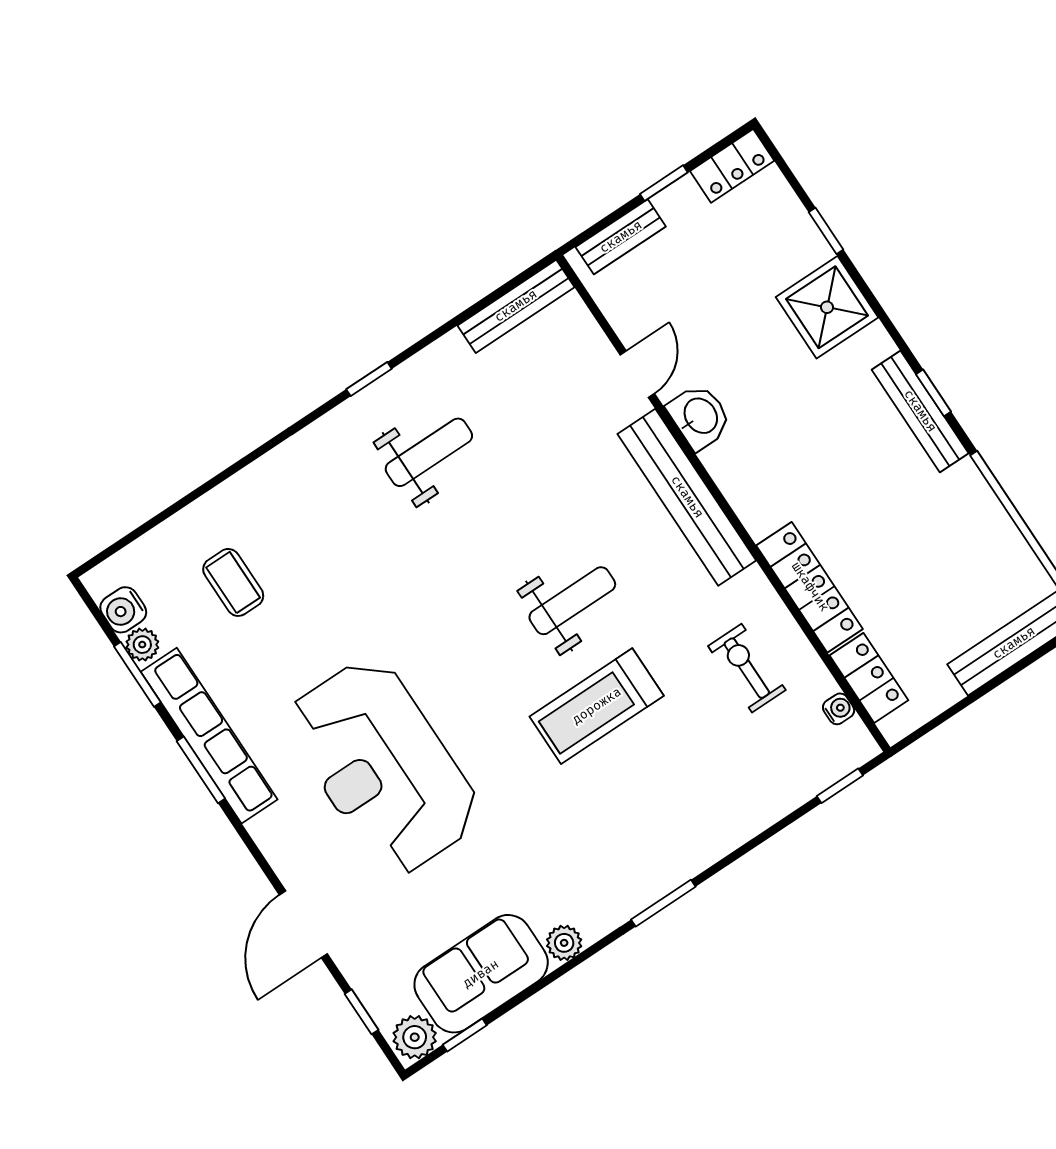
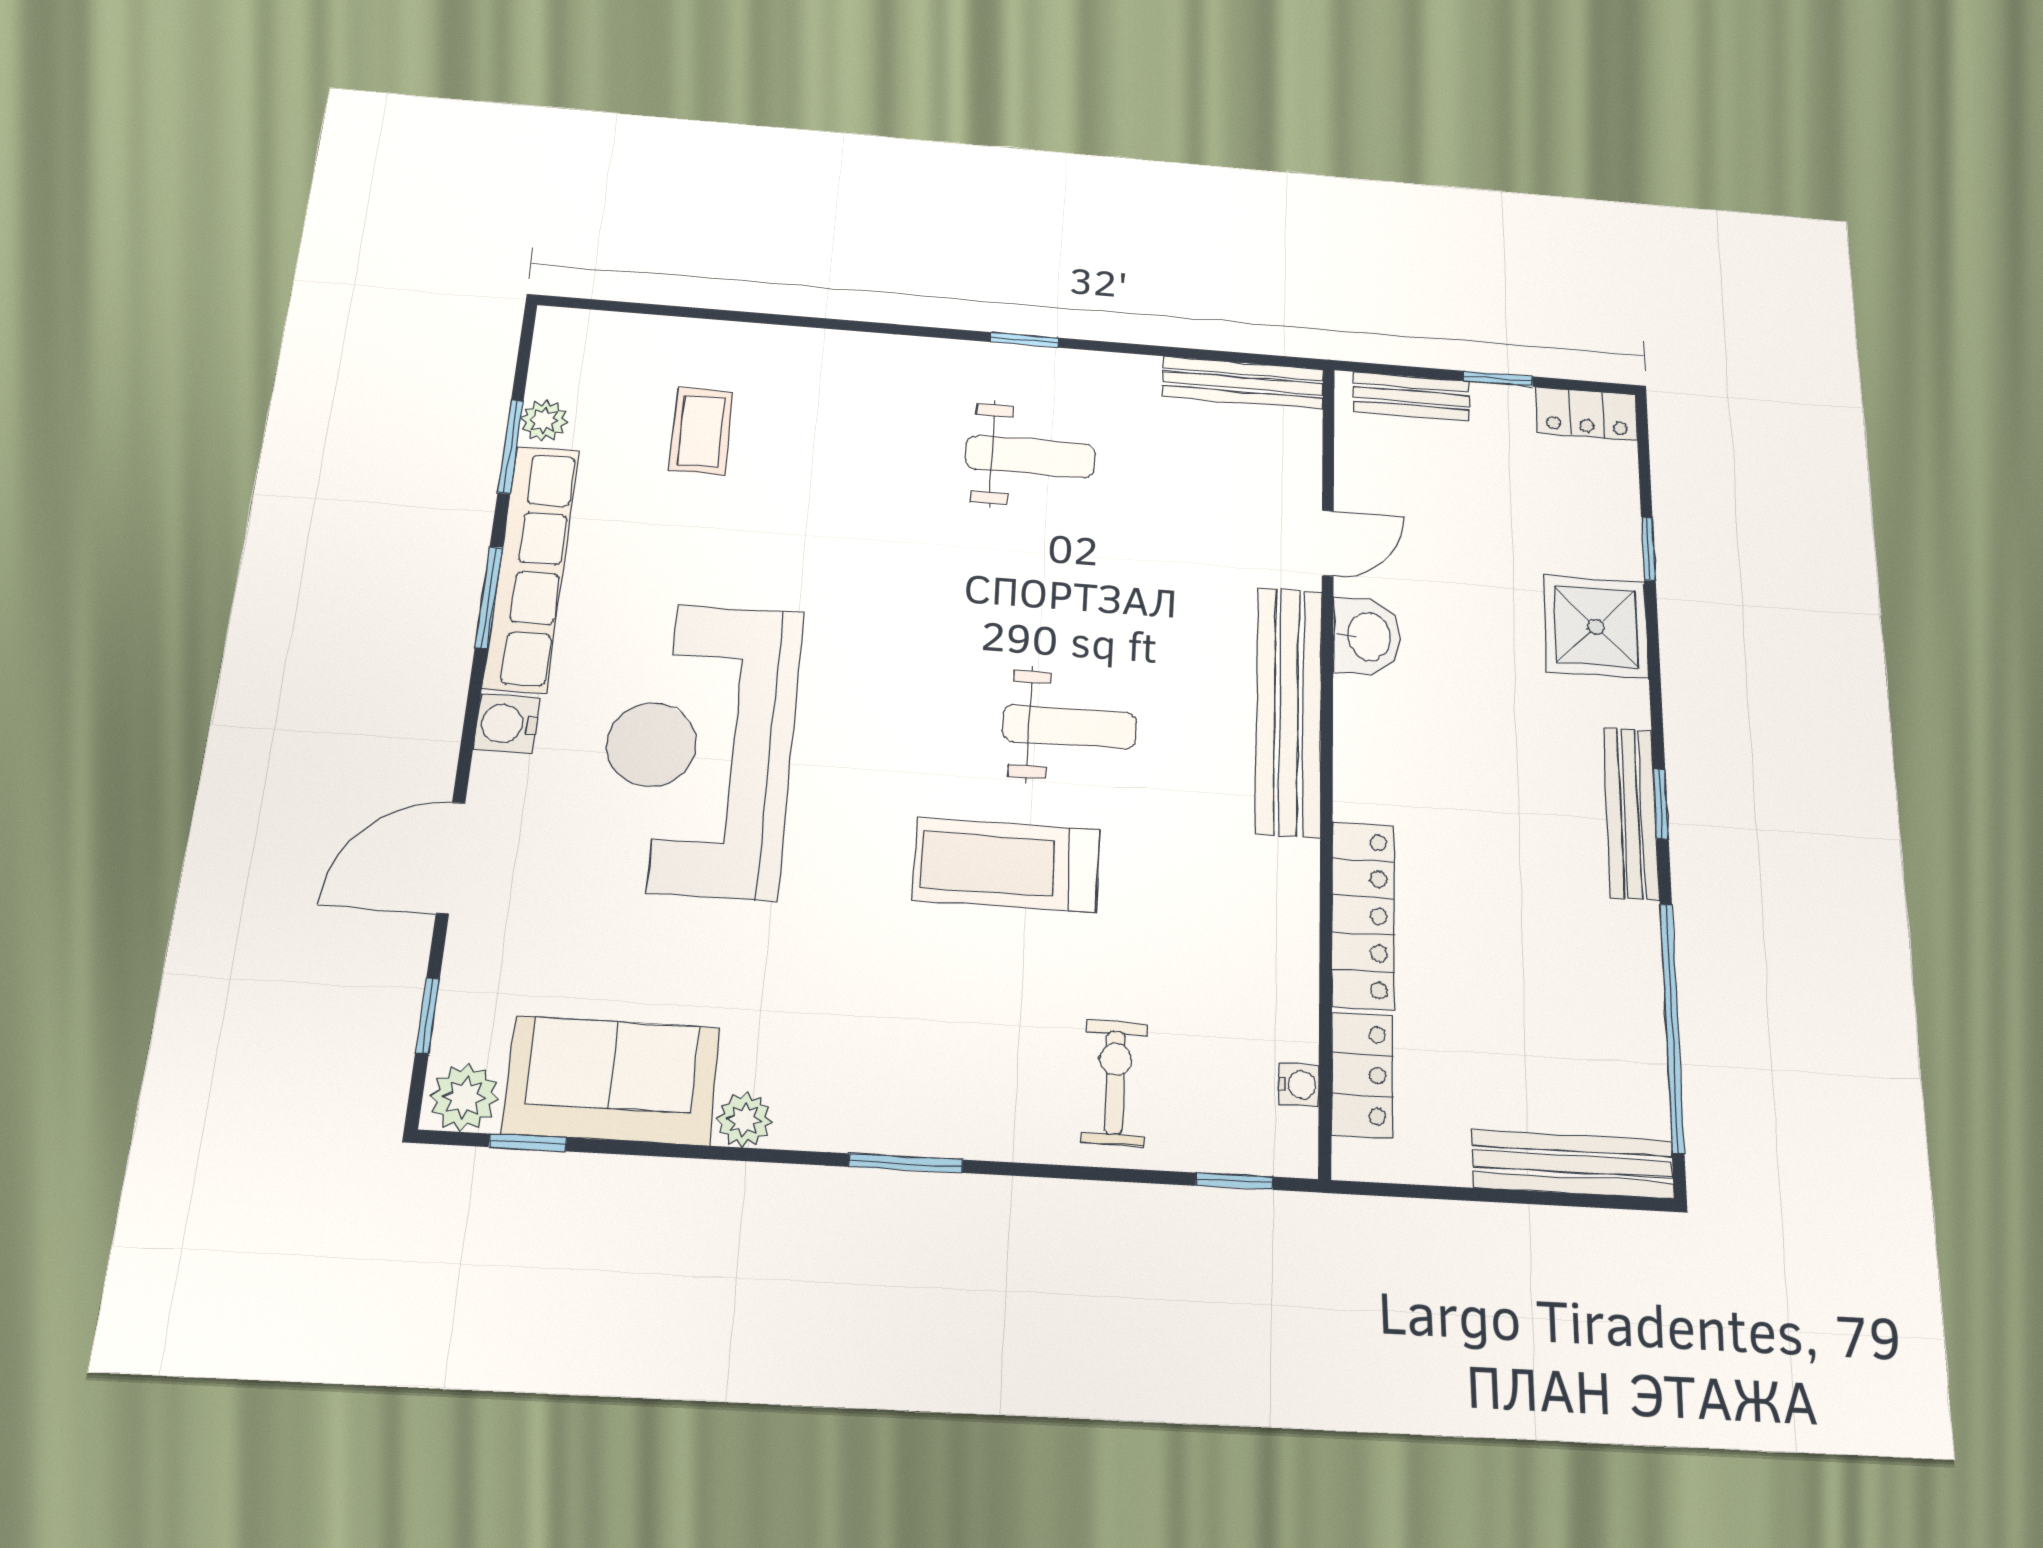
water cooler: (123, 610) -> (507, 724), moved
exercise bike: (747, 668) -> (1115, 1082), moved

